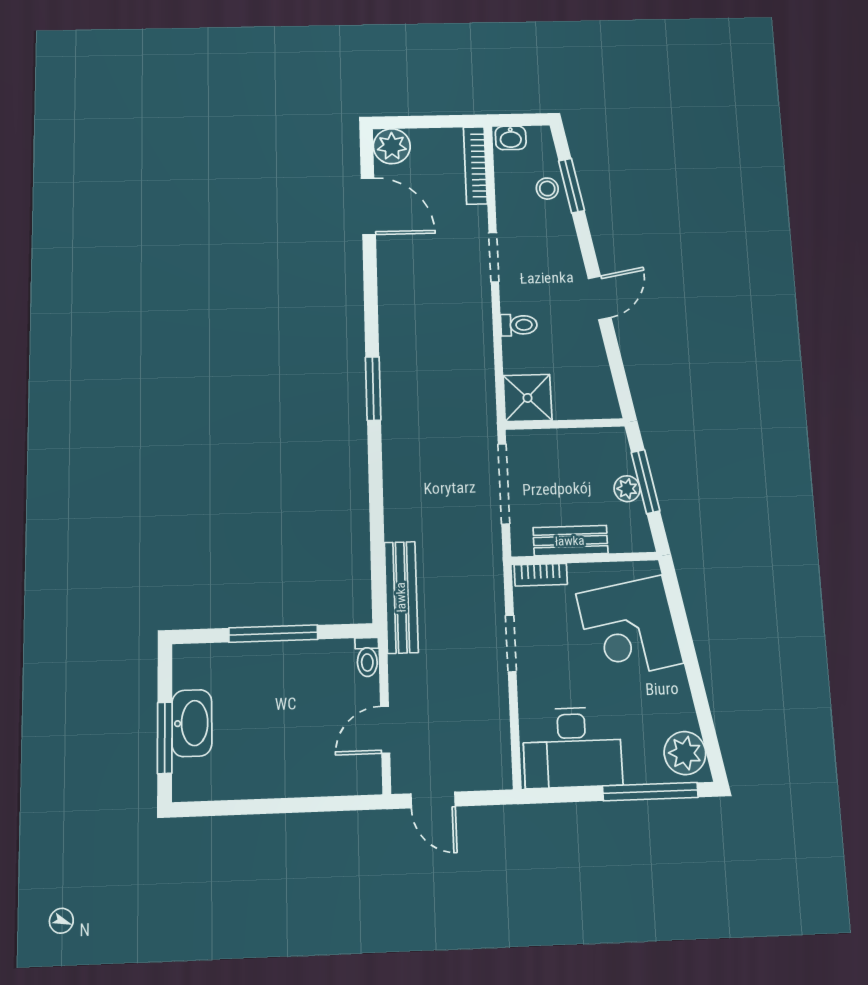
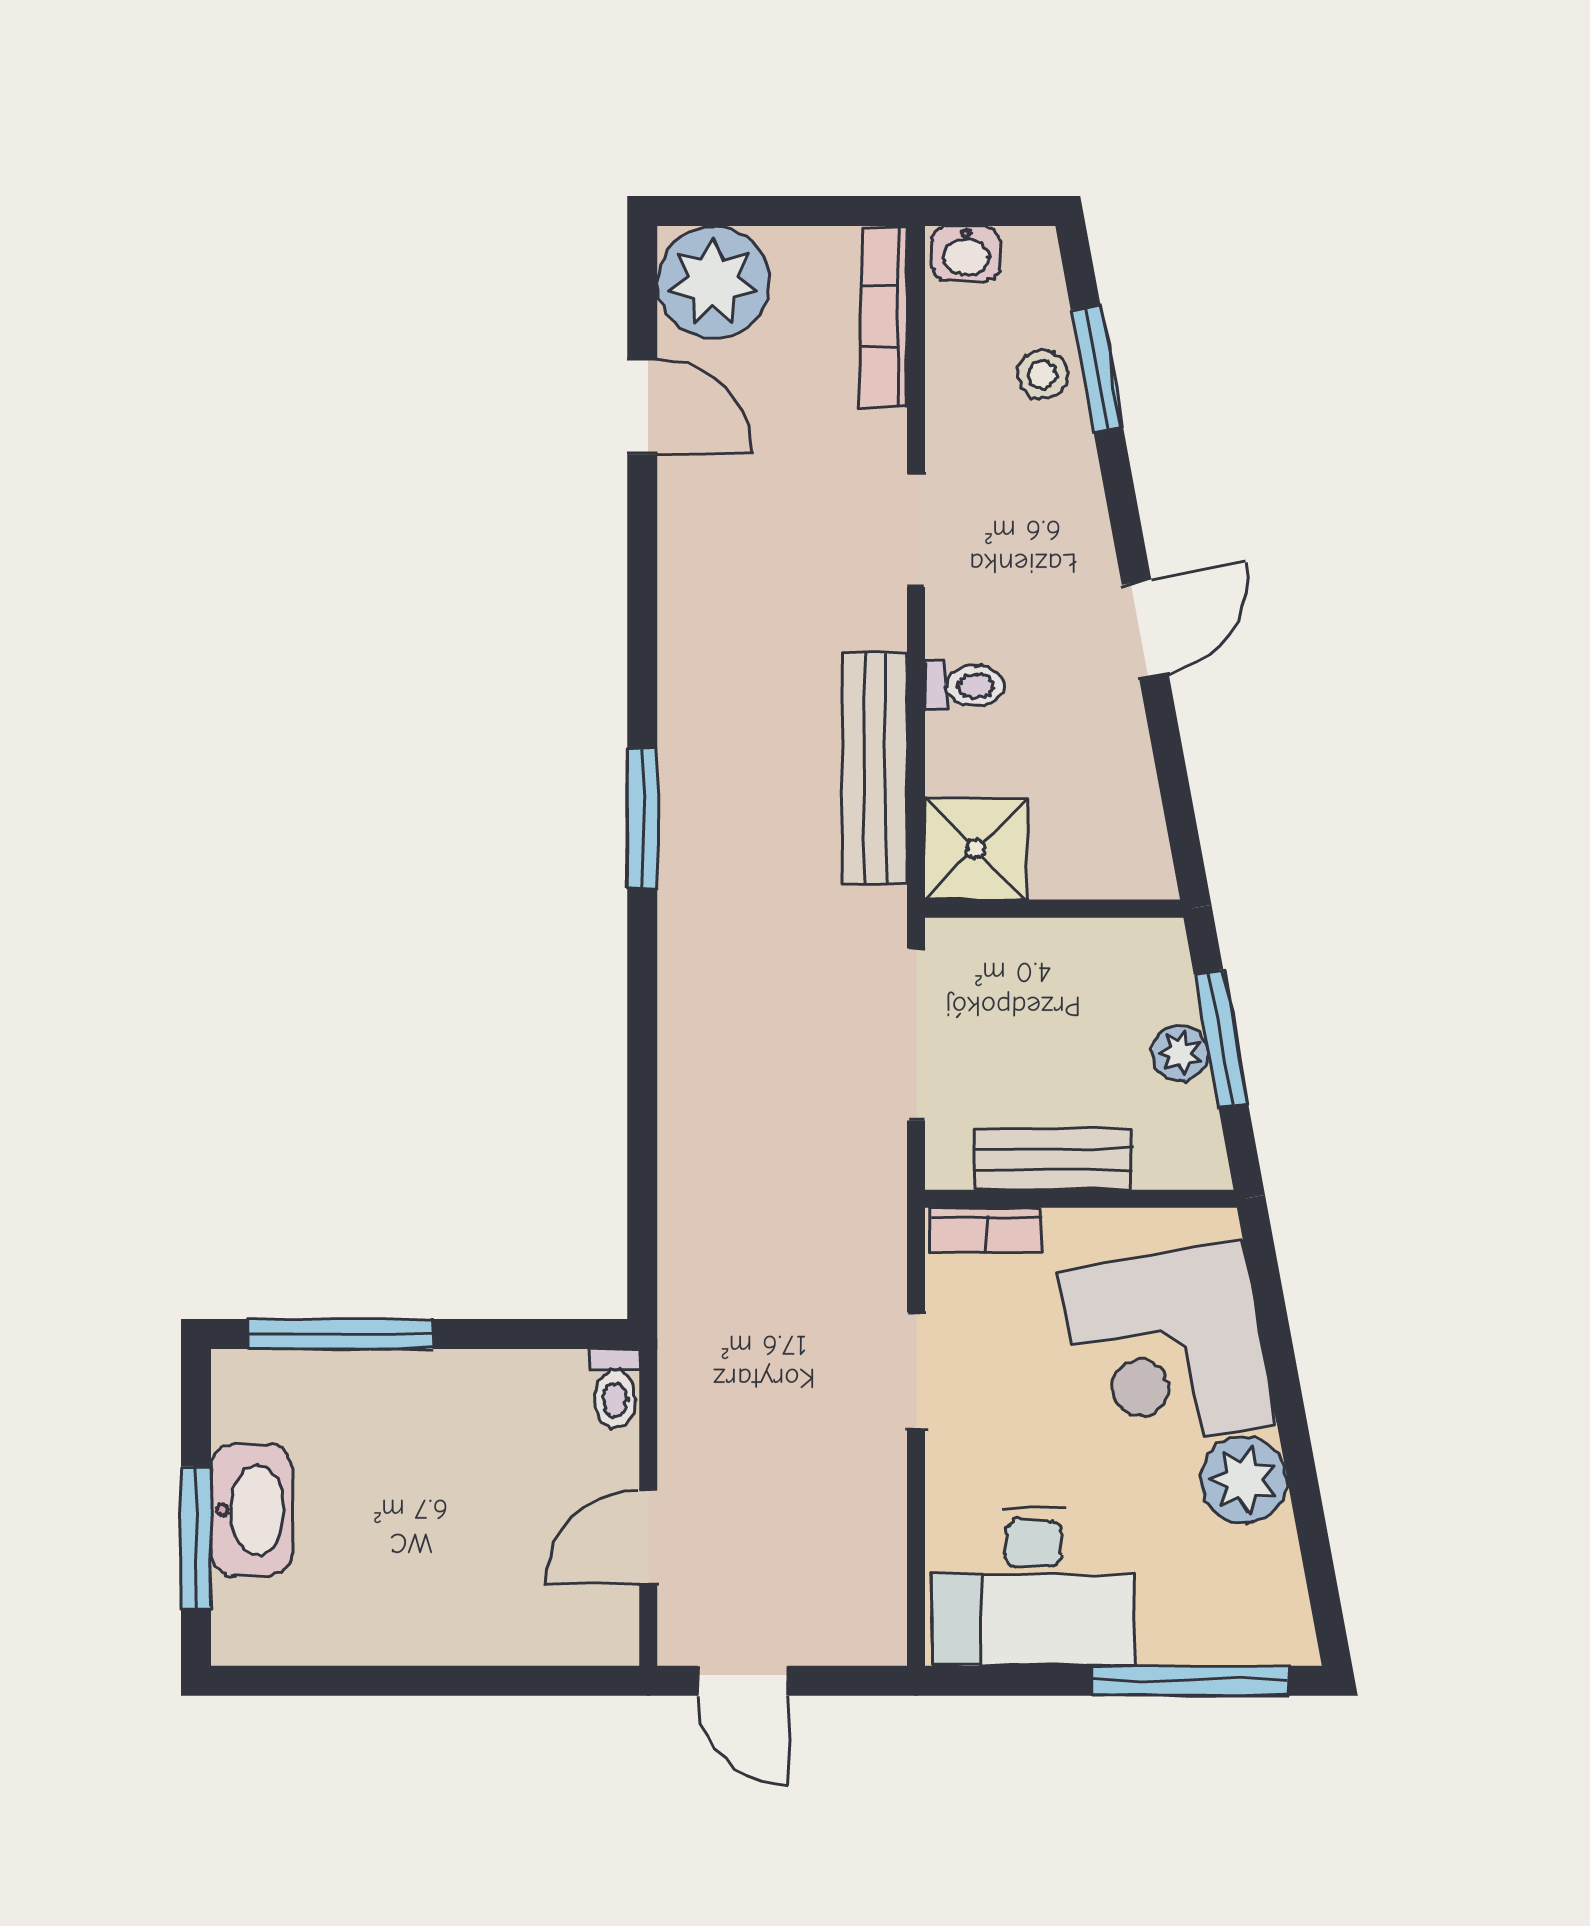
plant: (392, 146) -> (714, 282), width x1.36, depth x1.36
door: (368, 206) -> (642, 407), width x0.73
bench: (401, 597) -> (875, 768), moved
window: (273, 634) -> (341, 1334), moved
plant: (685, 753) -> (1243, 1480), moved

